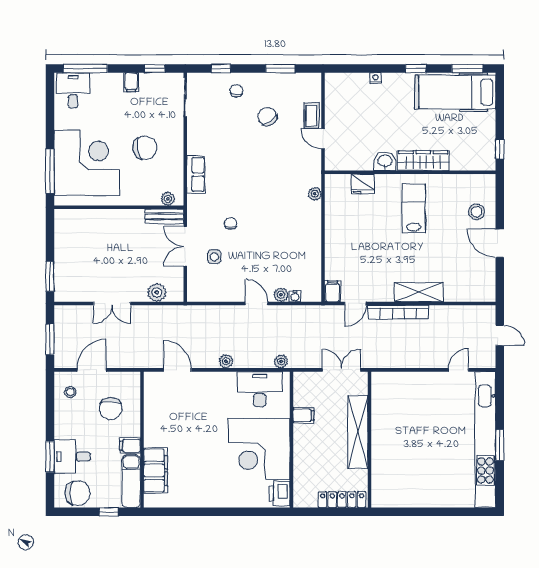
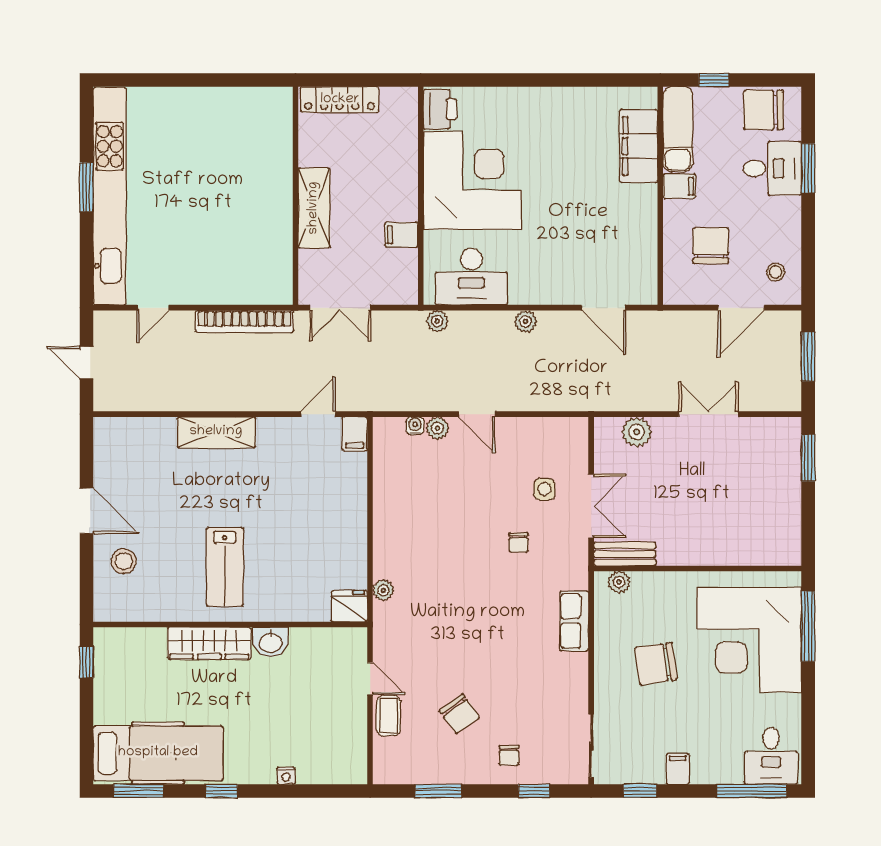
fridge: (363, 184) -> (349, 606), moved
bookcase: (398, 312) -> (245, 321), moved, turned 180
shelving: (358, 432) -> (314, 208), width x0.68

